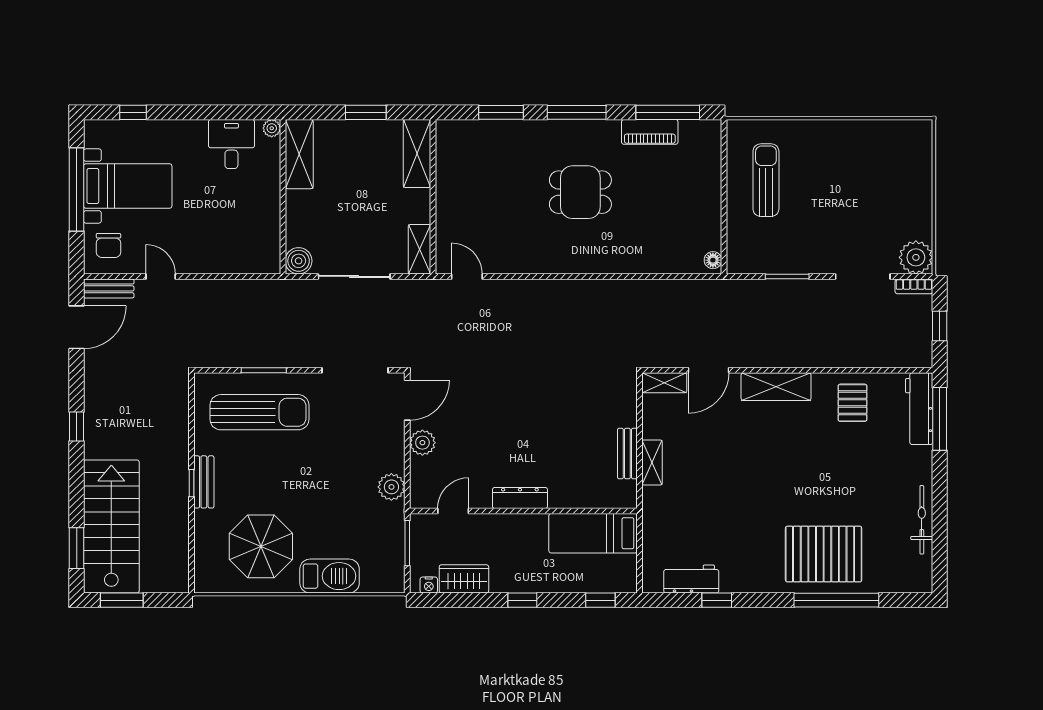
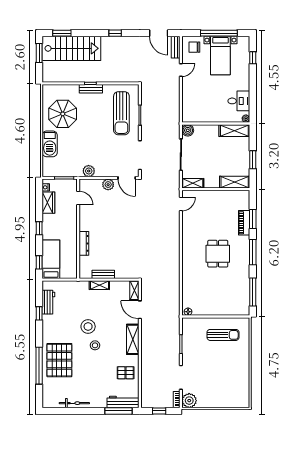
piano: (650, 132) -> (244, 223), moved
stool: (790, 473) -> (95, 345), added
stool: (747, 488) -> (88, 327), added
dresser: (520, 498) -> (84, 243), moved
bed: (593, 533) -> (51, 259), moved

